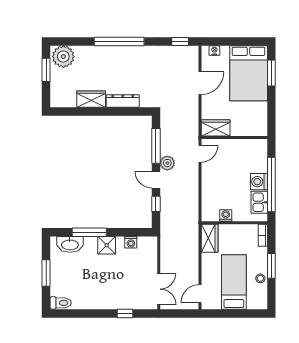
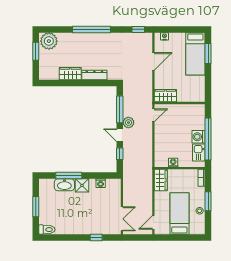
bed: (249, 73) -> (195, 54), width x0.67
washbasin: (70, 244) -> (64, 185), moved

